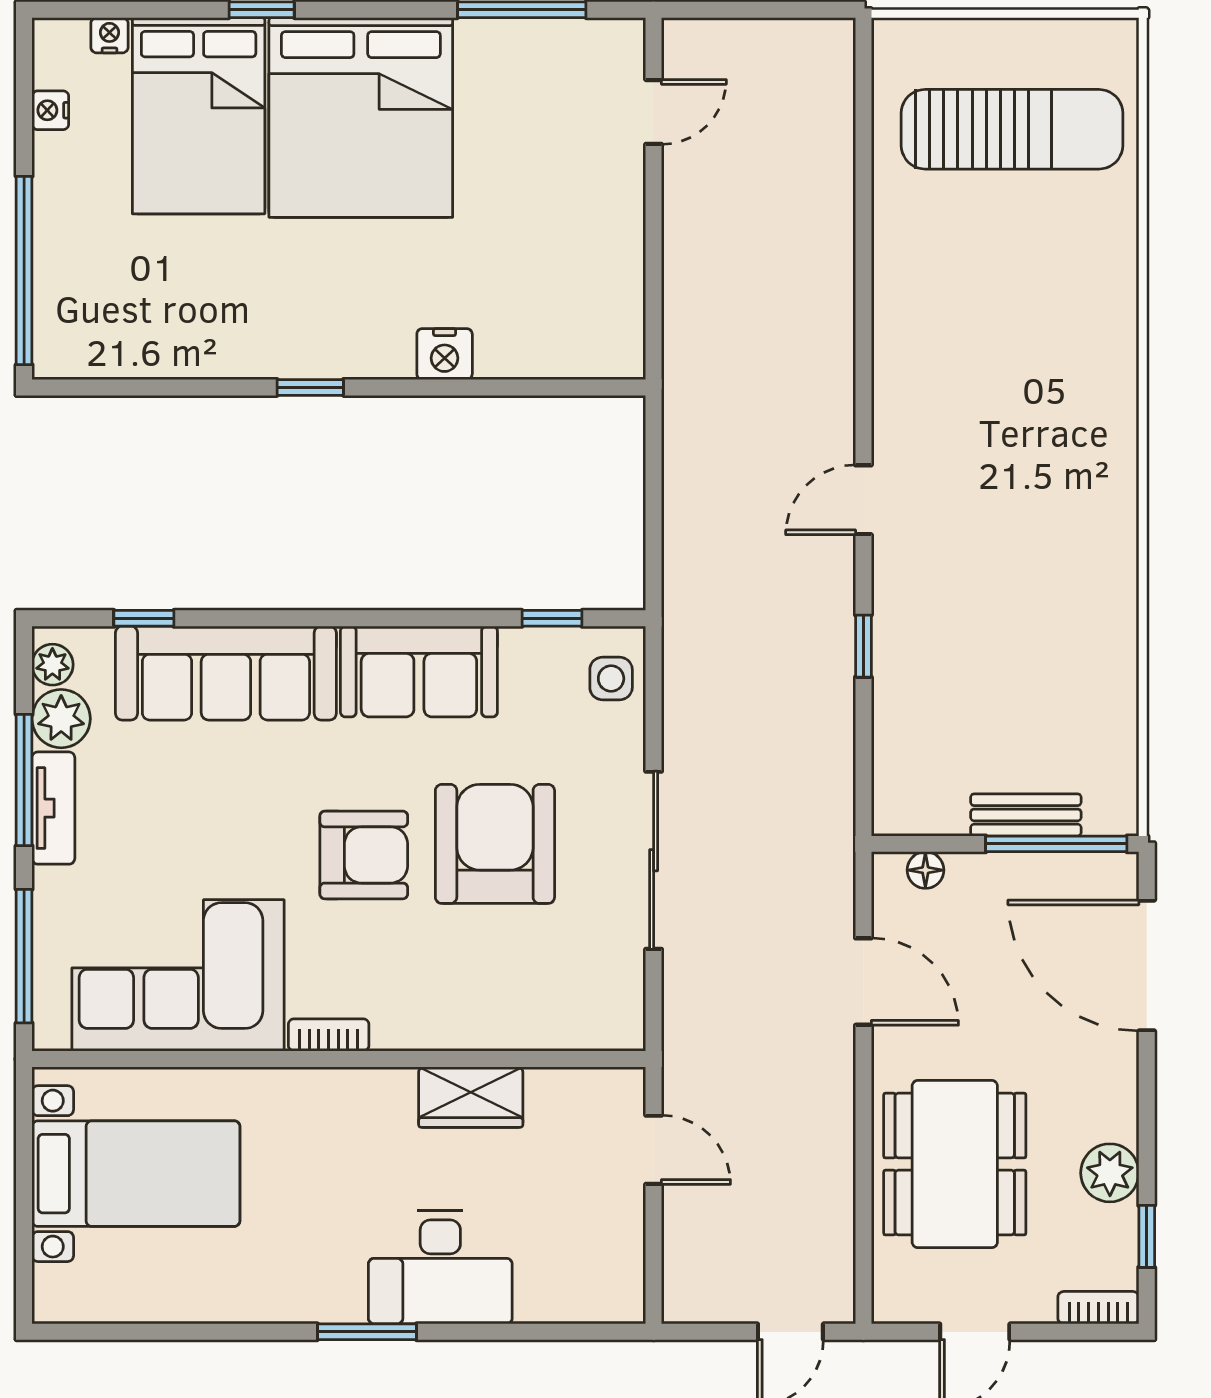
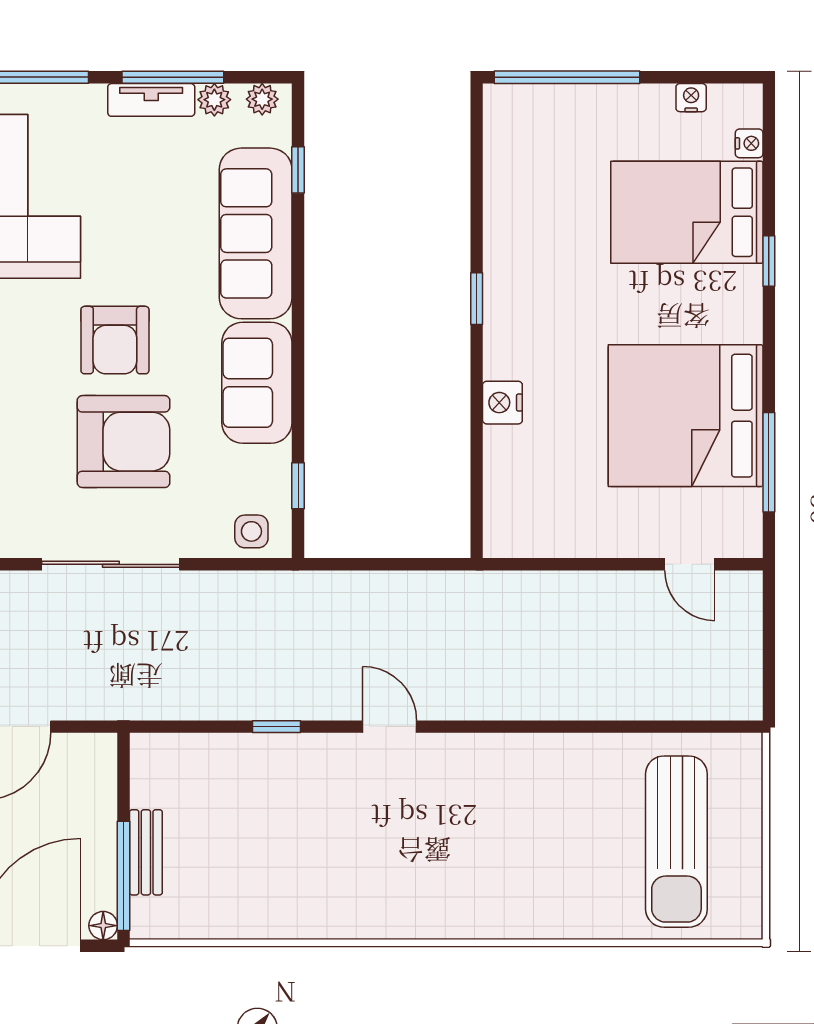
bed: (361, 117) -> (686, 416), moved
plant: (61, 719) -> (214, 100), width x0.73, depth x0.73
floor lamp: (925, 870) -> (103, 926), moved

